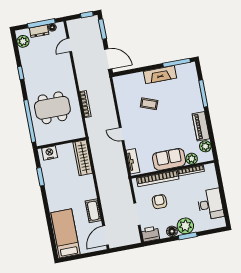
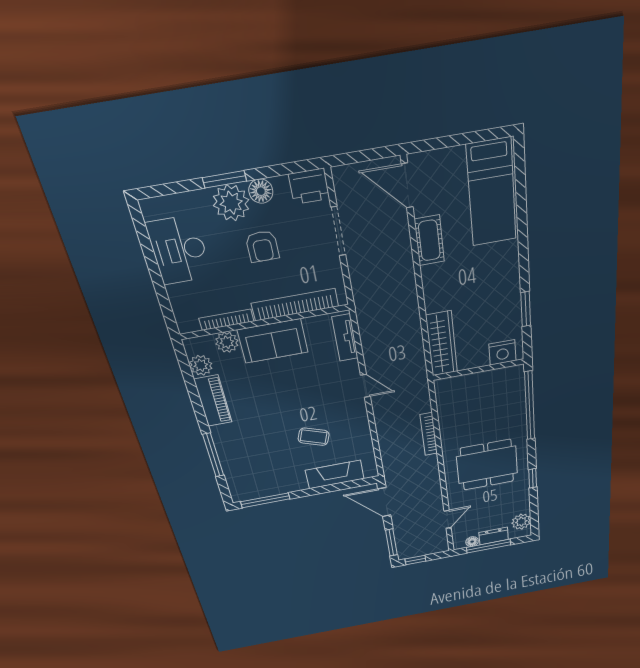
fireplace: (160, 75) -> (335, 474), moved
dining table: (52, 108) -> (487, 465), moved
armchair: (159, 202) -> (262, 246), moved
door: (106, 235) -> (407, 186), swing flipped

